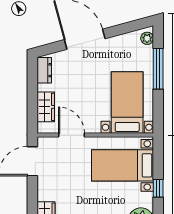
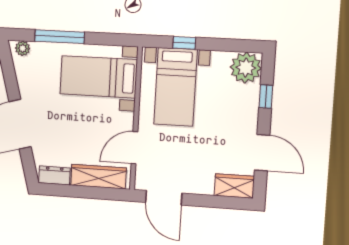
wardrobe: (46, 107) -> (98, 177), width x1.50
window: (158, 188) -> (184, 43), moved

